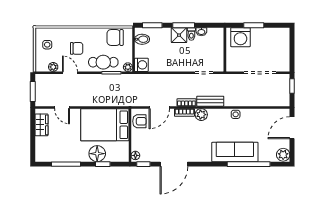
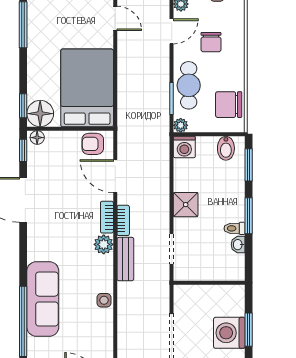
shower: (179, 35) -> (186, 205), moved
chair: (115, 37) -> (229, 105), turned -90
washing machine: (240, 37) -> (229, 333), moved
door: (62, 107) -> (115, 18), swing flipped
armchair: (139, 121) -> (93, 144), turned 90
floor lamp: (97, 154) -> (40, 114), moved
window: (103, 164) -> (23, 106), moved

